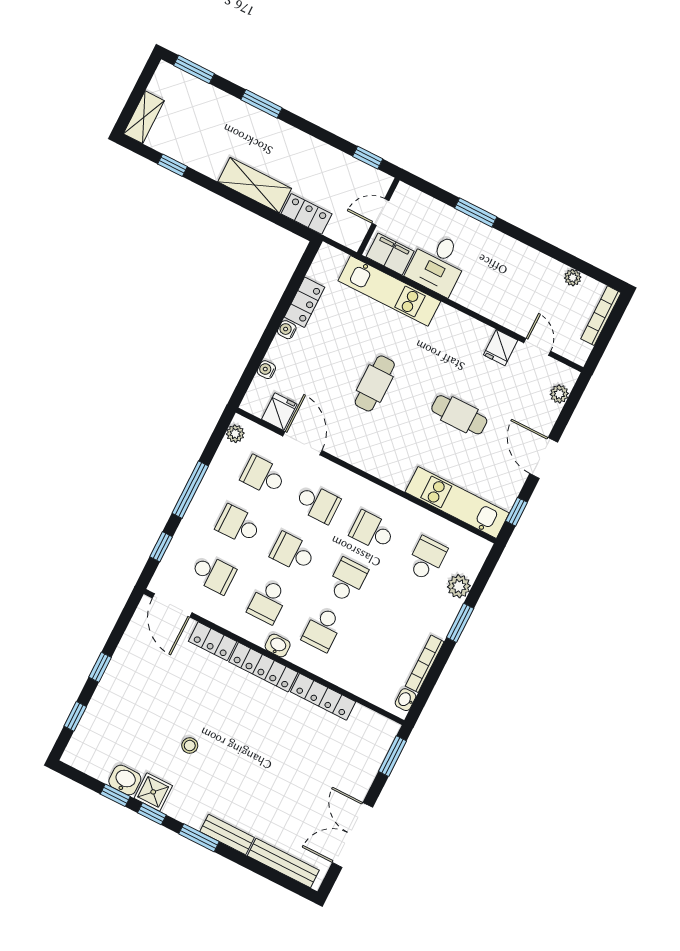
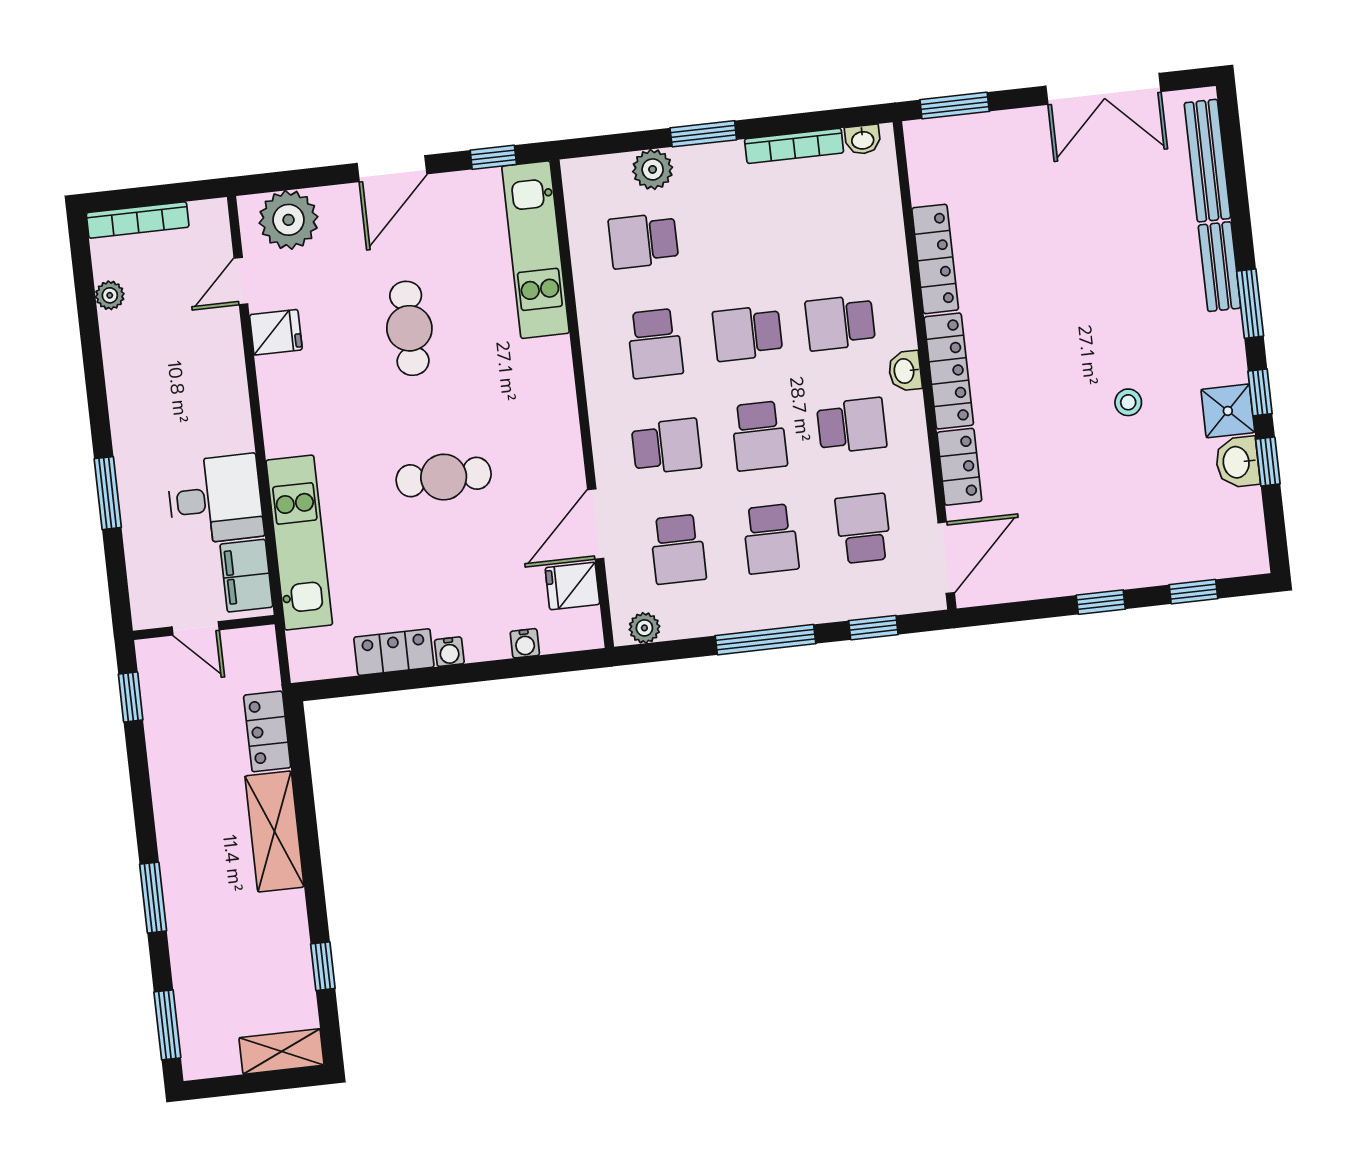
plant: (559, 394) -> (289, 220), width x1.87, depth x1.87
school desk: (318, 503) -> (667, 446), turned 90
school desk: (322, 629) -> (840, 323), turned 180

